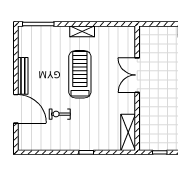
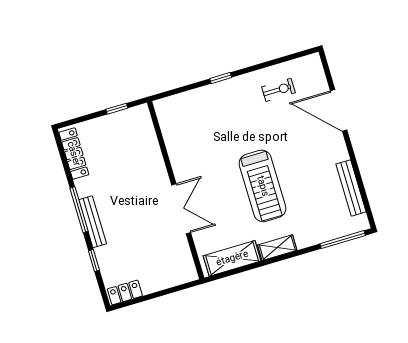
bench: (23, 76) -> (351, 188), moved
exercise bike: (60, 114) -> (279, 90), moved
shelving: (128, 132) -> (232, 258), moved, turned 90

